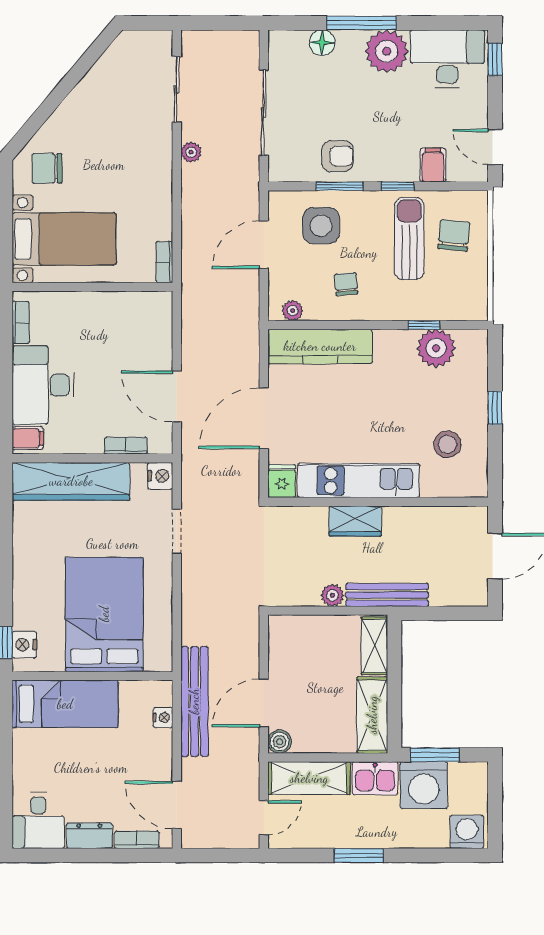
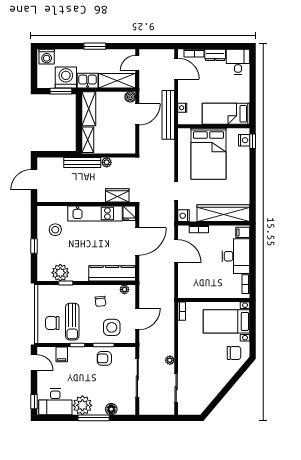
chair: (454, 235) -> (52, 323), turned 84
wardrobe: (355, 521) -> (117, 195), moved

